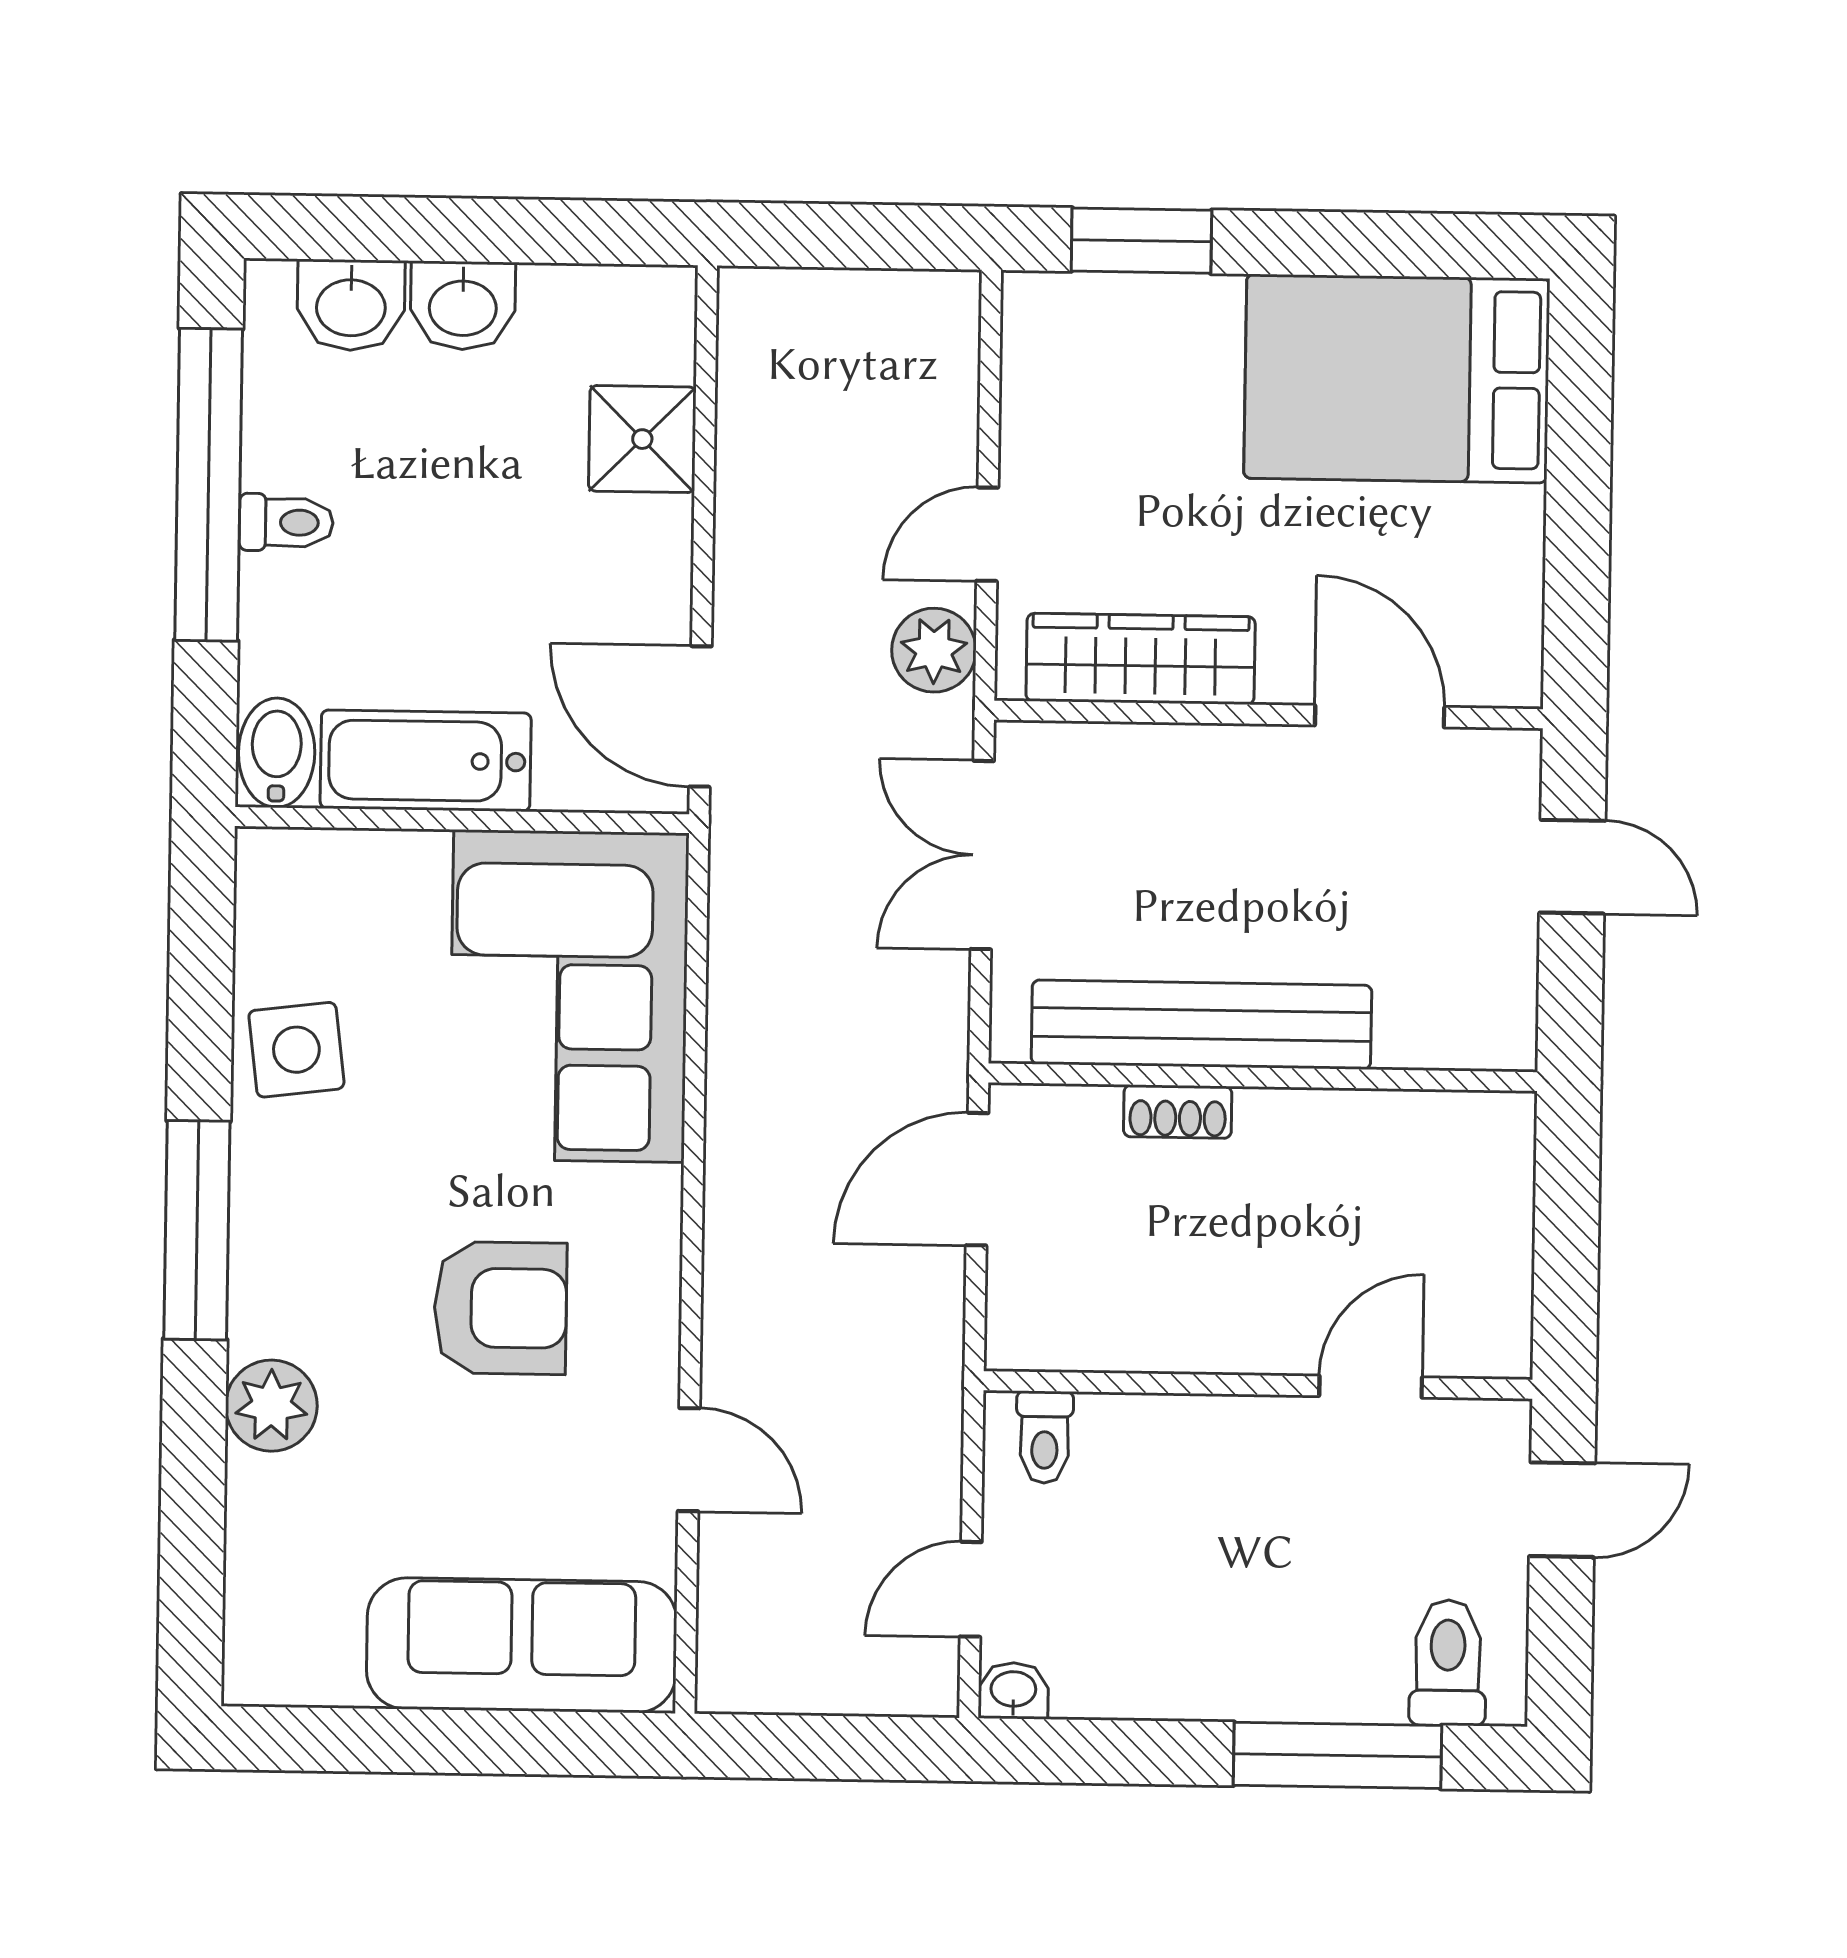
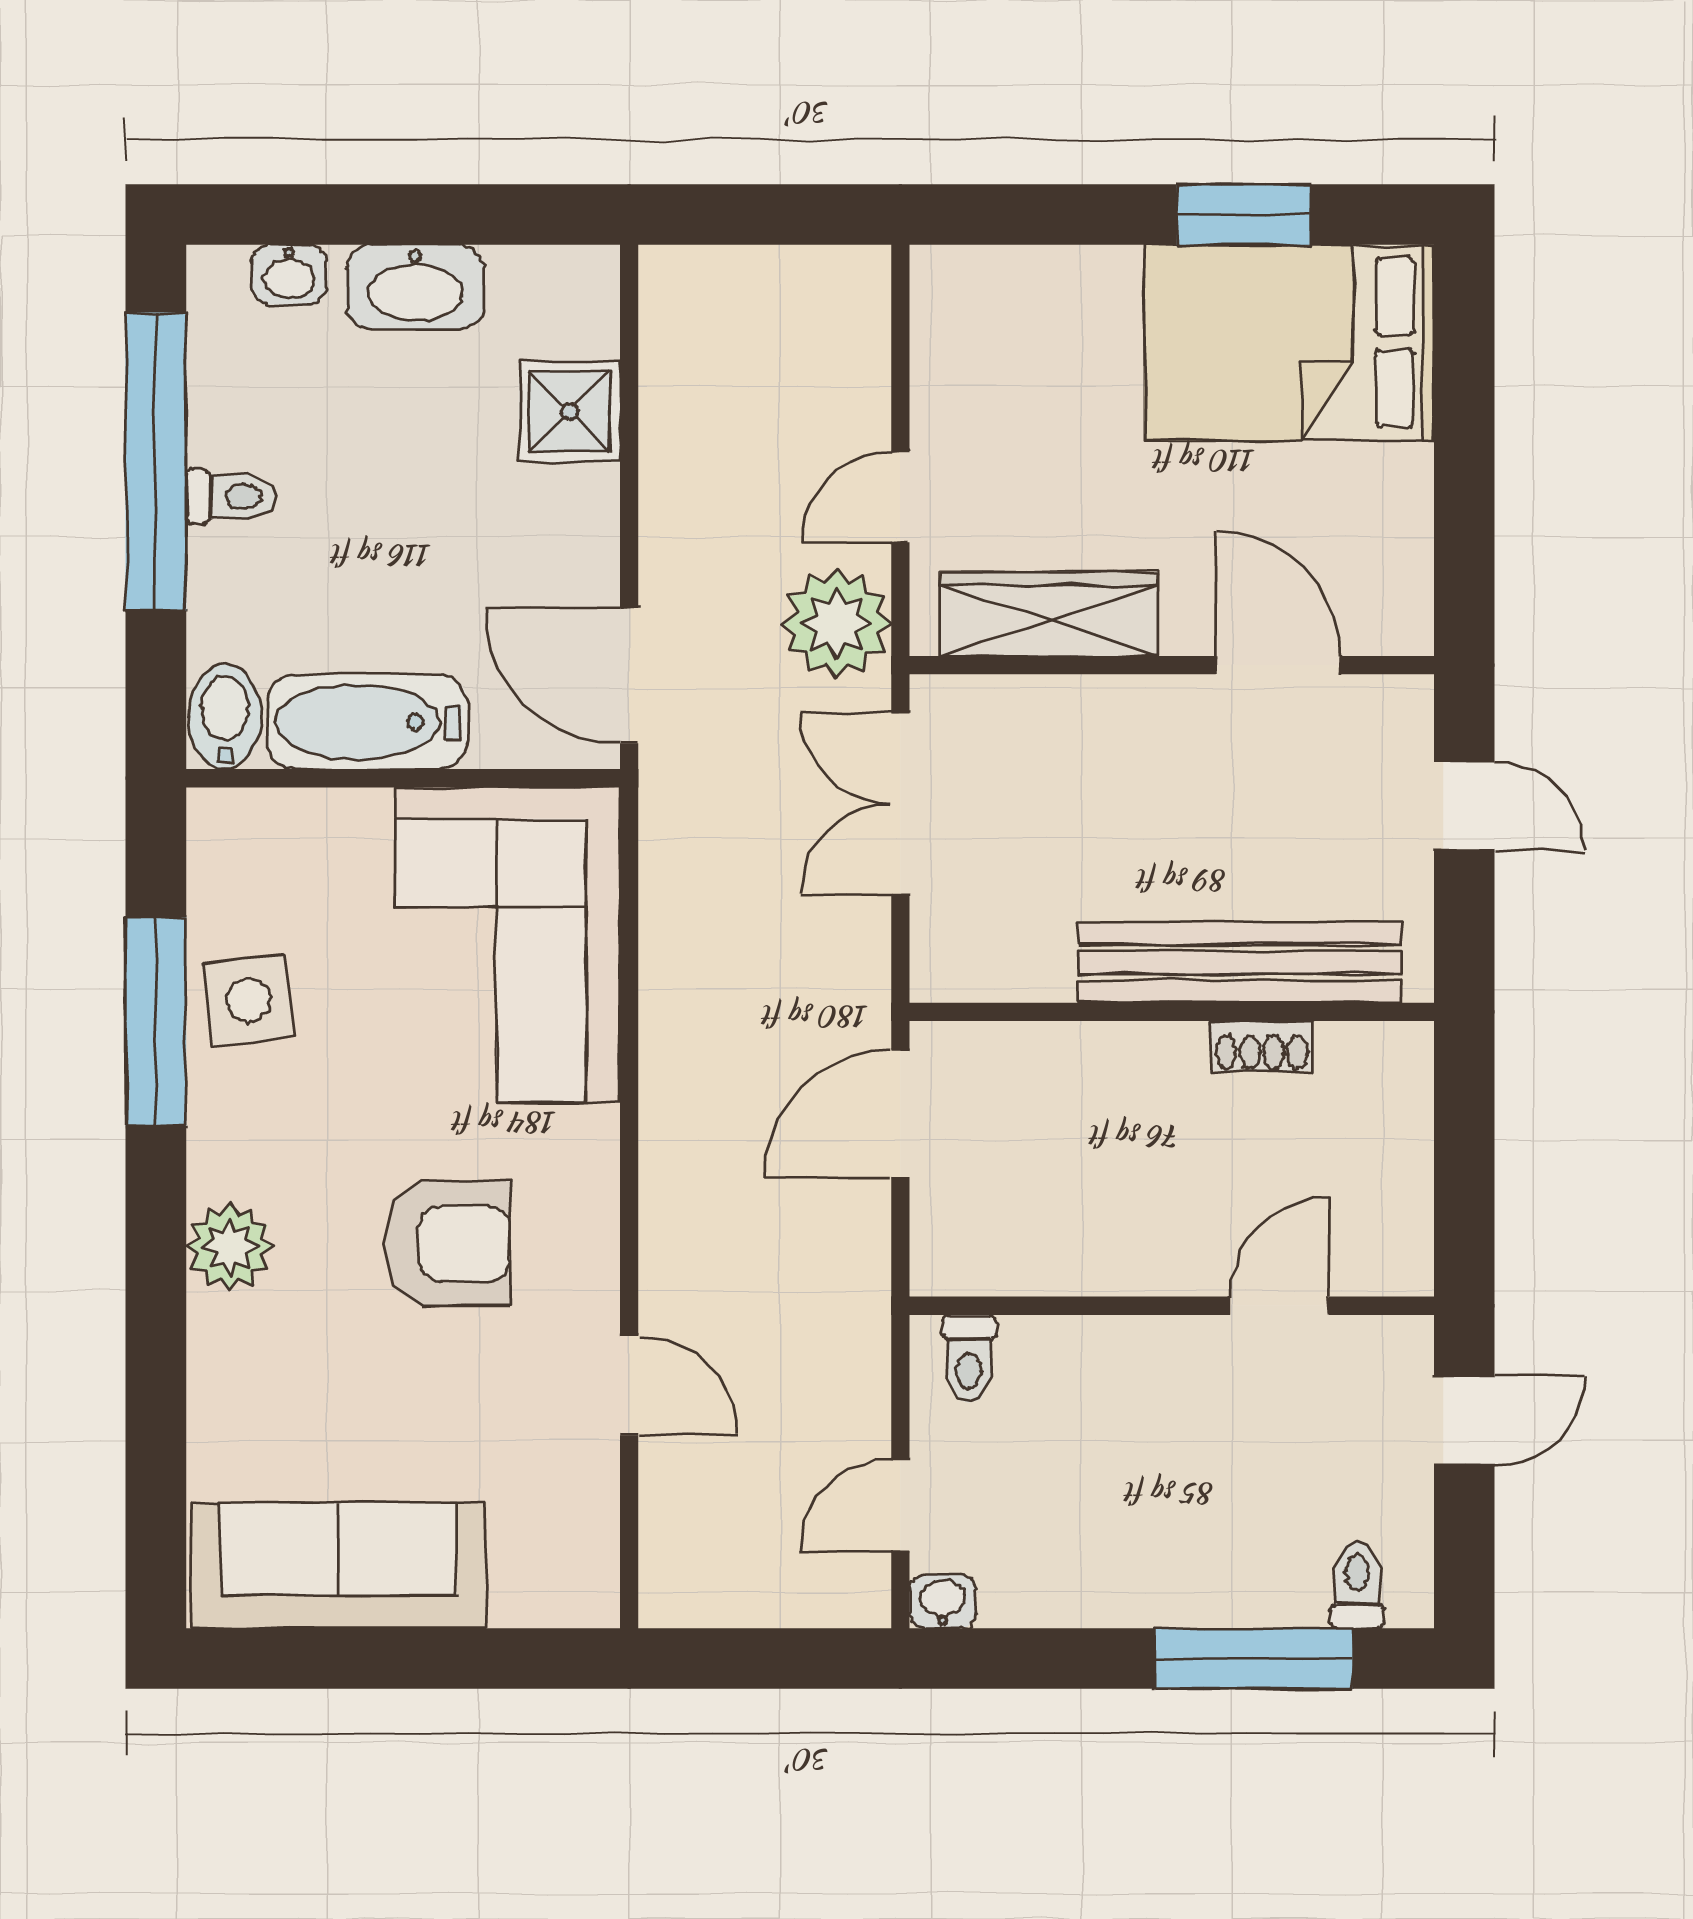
window: (1141, 241) -> (1243, 215), moved
washbasin: (351, 305) -> (289, 275), width x0.72, depth x0.69
washbasin: (463, 306) -> (415, 287), width x1.38
plant: (934, 650) -> (837, 623), width x1.36, depth x1.36
bench: (1201, 1025) -> (1240, 962), moved
shoe rack: (1178, 1112) -> (1262, 1046), moved
window: (197, 1230) -> (156, 1022), moved
plant: (271, 1406) -> (230, 1247), moved
sofa: (522, 1645) -> (338, 1565), moved
toilet: (1448, 1663) -> (1357, 1585), width x0.73, depth x0.72

